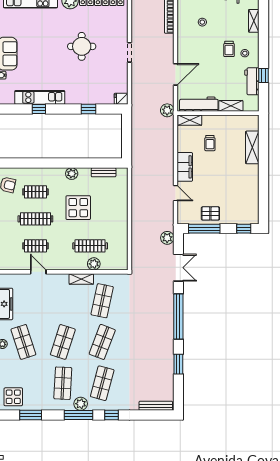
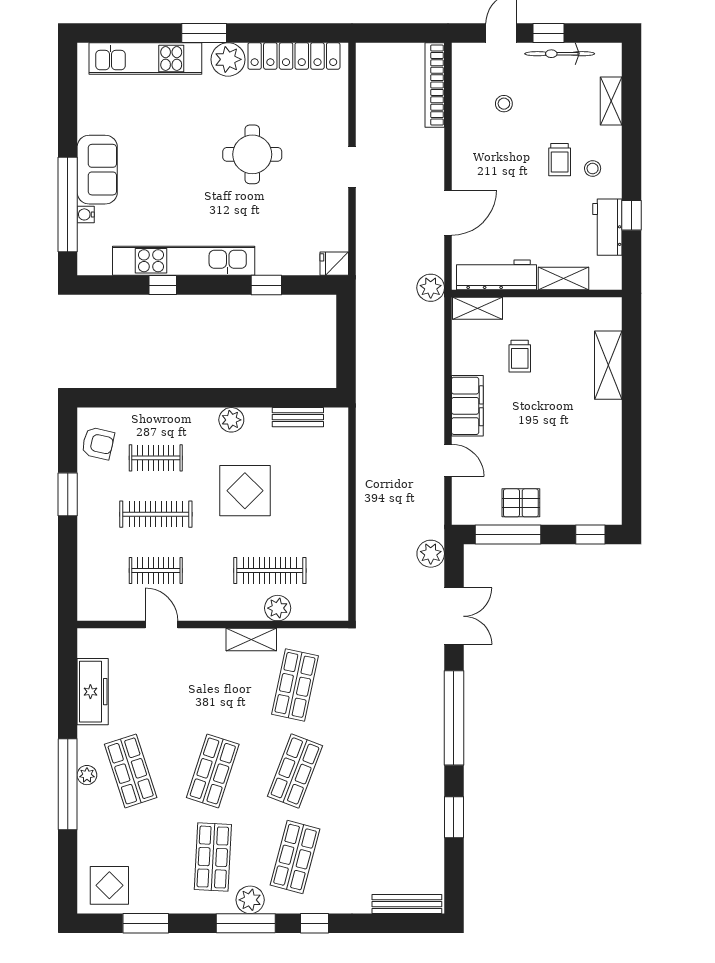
kitchen unit: (40, 97) -> (184, 261), width x1.36

